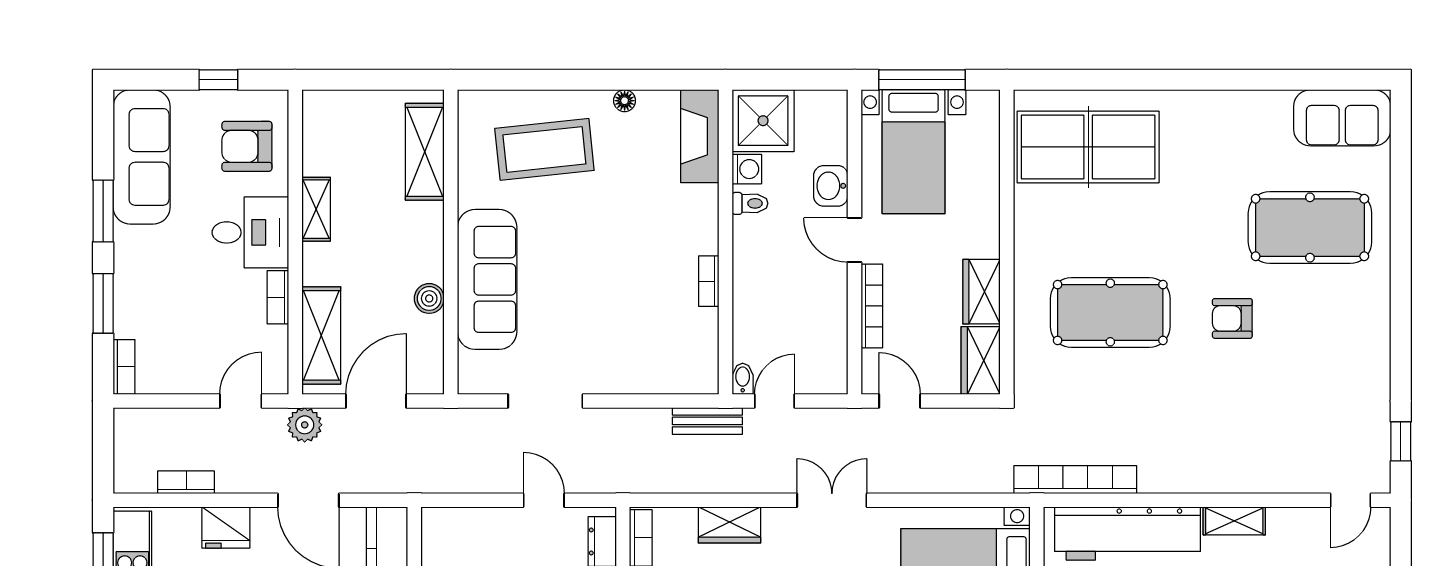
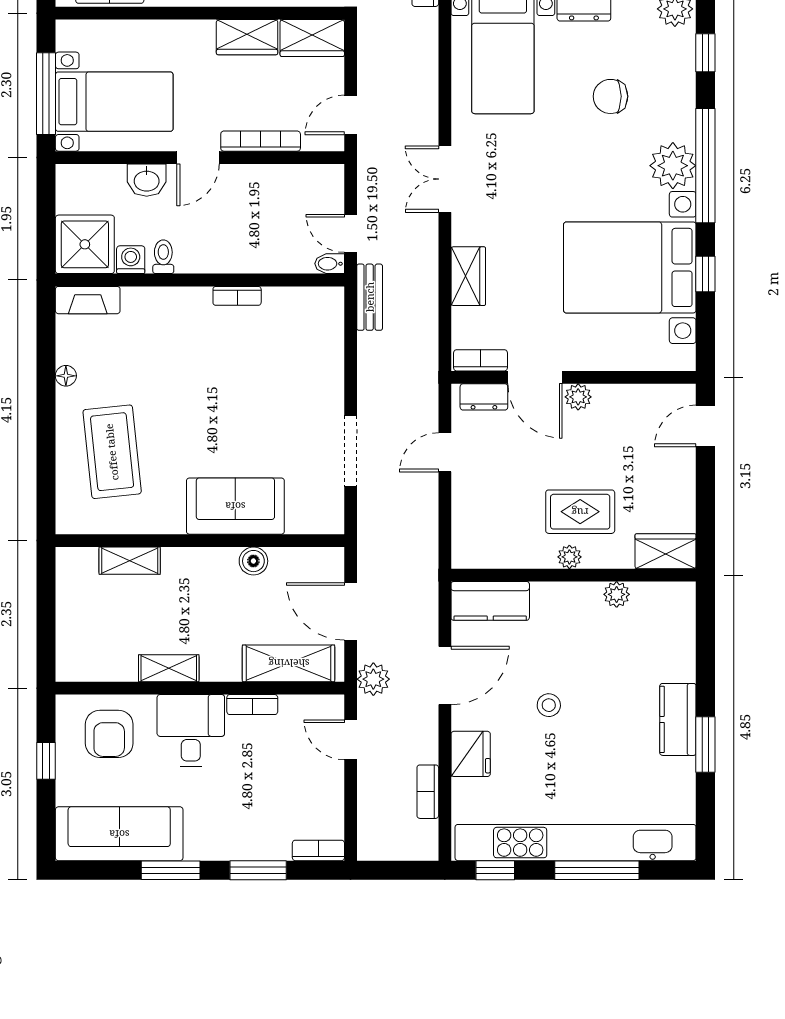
fireplace: (700, 136) -> (88, 300), width x0.73, depth x0.76
shelving: (425, 152) -> (130, 561), width x0.67, depth x0.75
sofa: (487, 279) -> (235, 506), width x0.73

